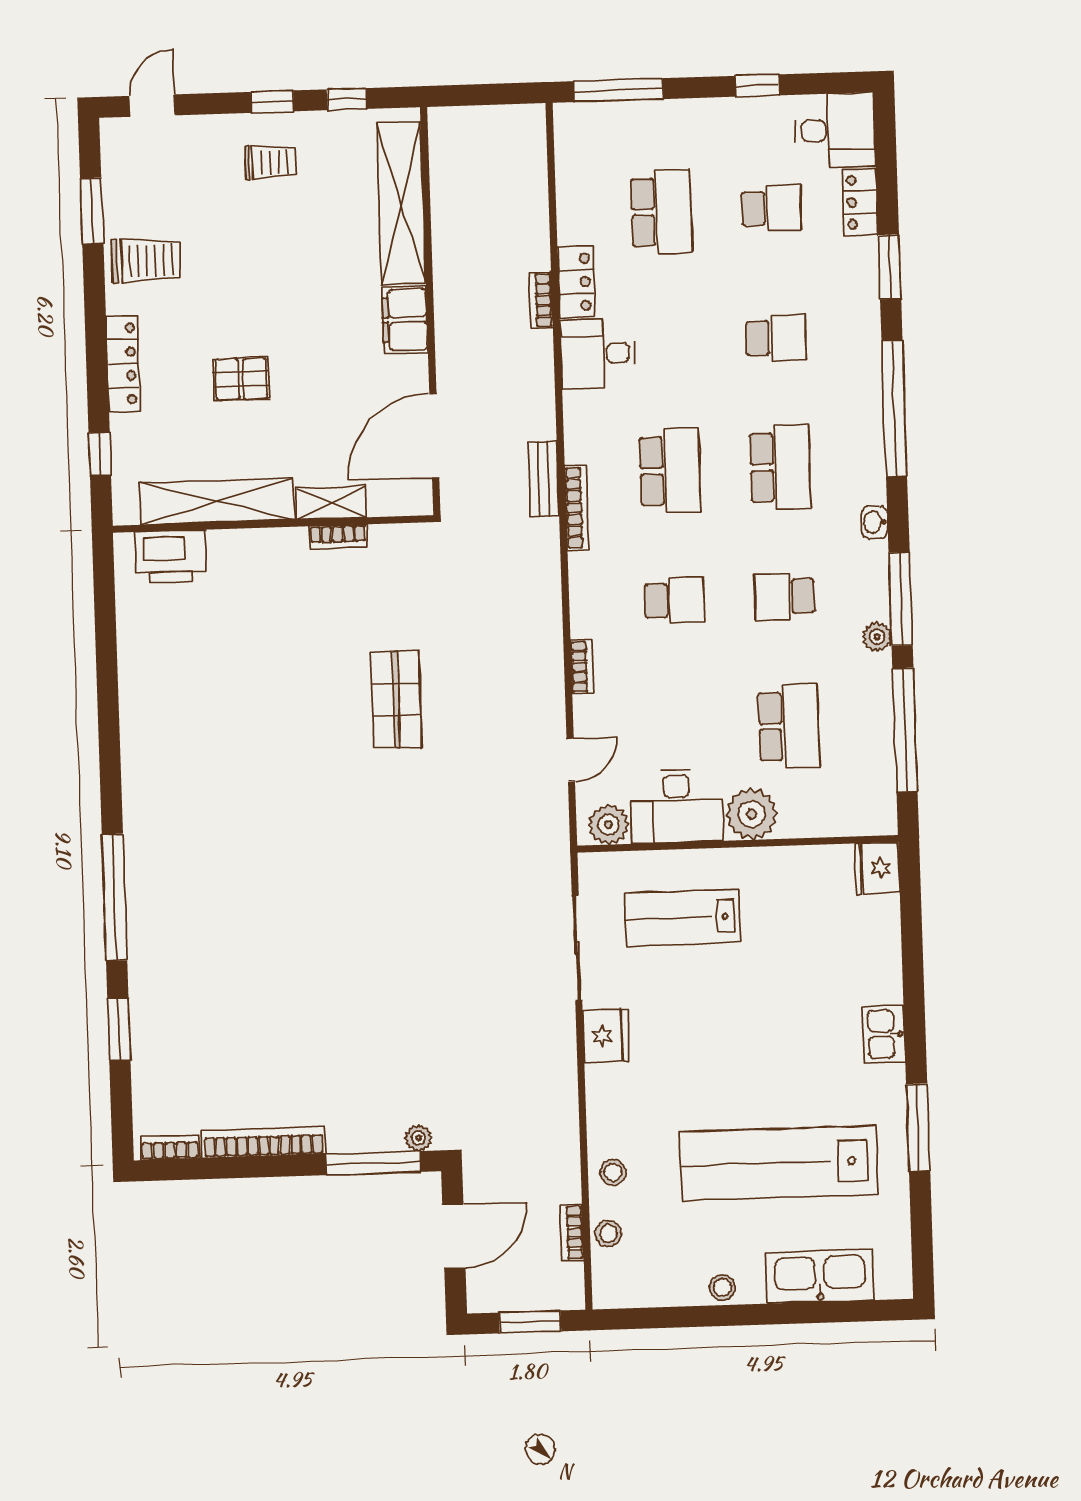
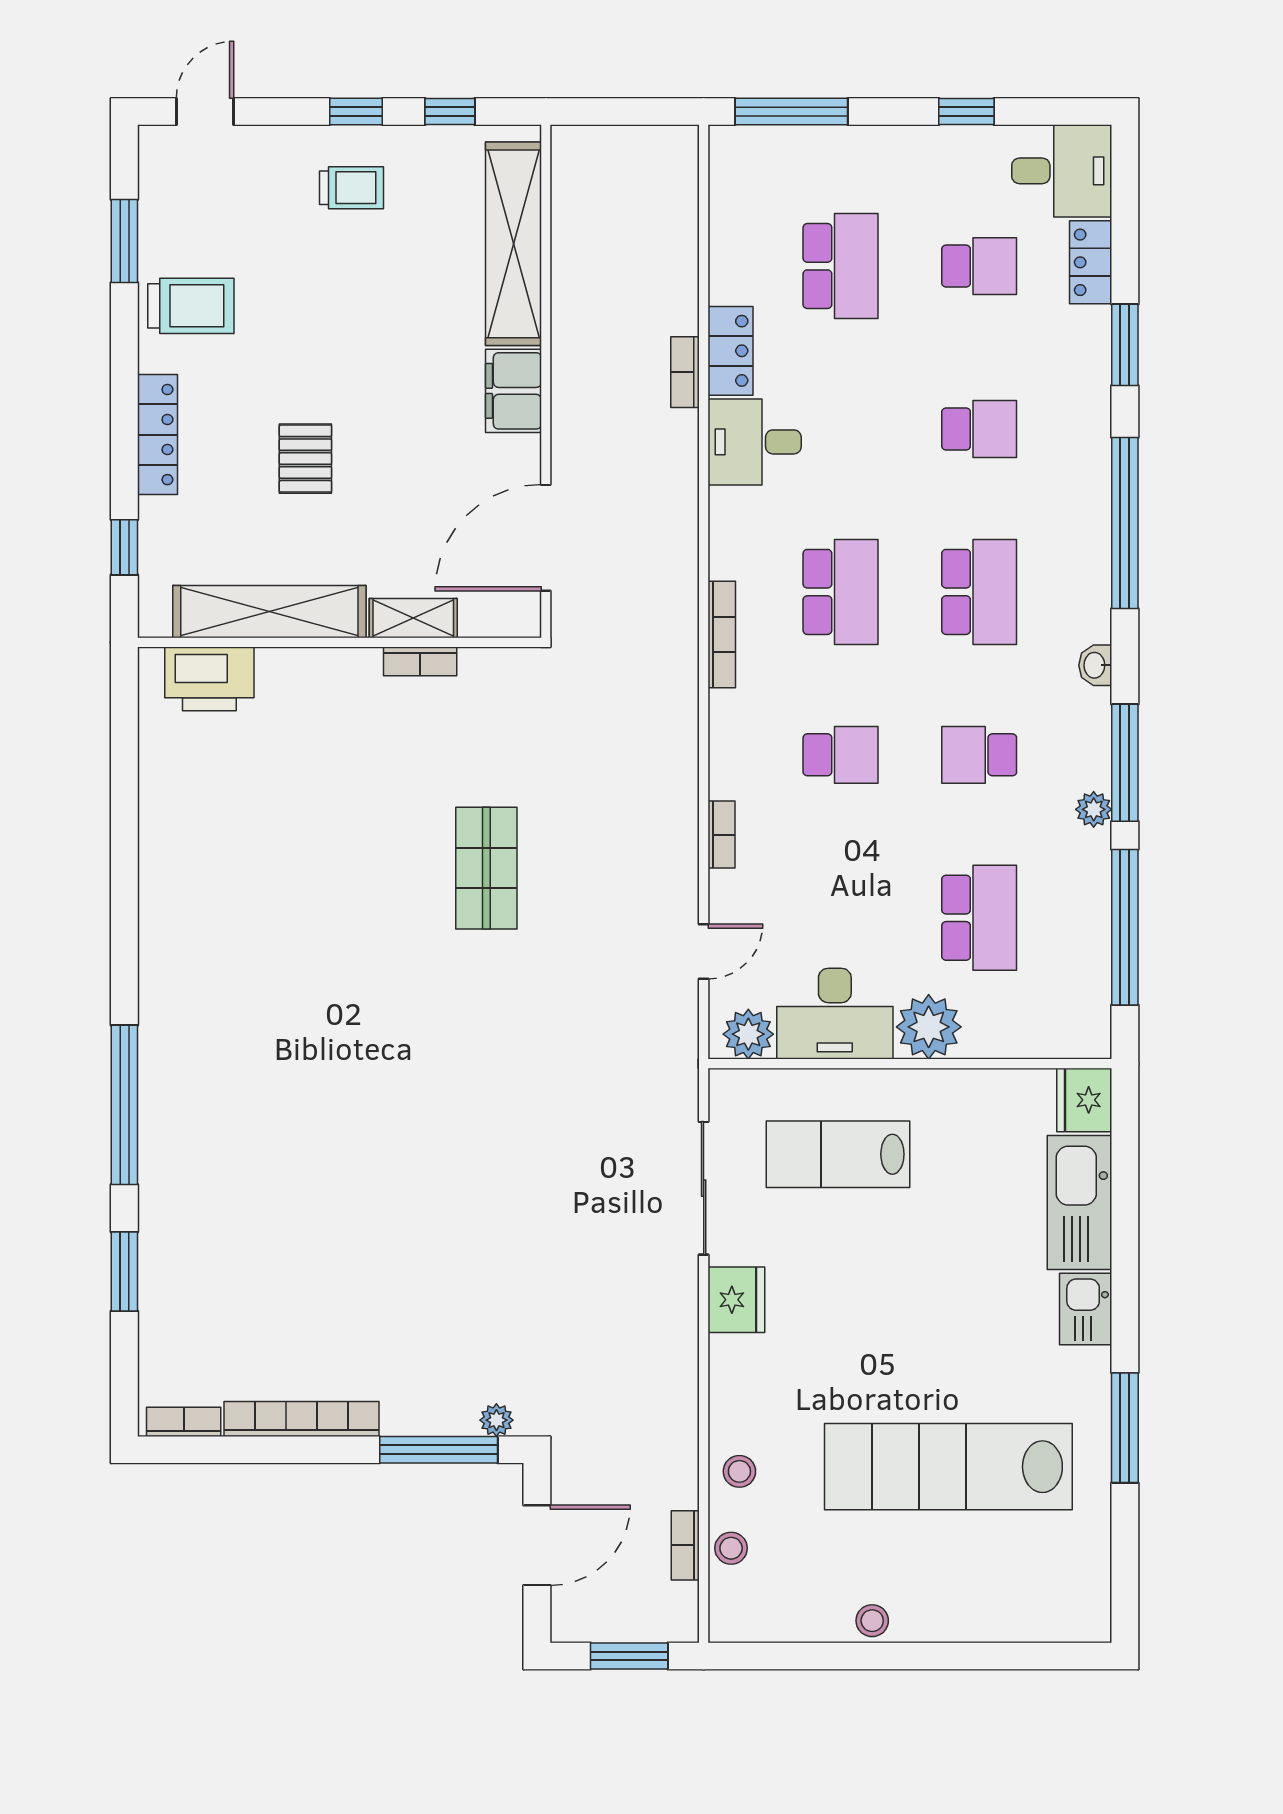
pallet: (241, 379) -> (305, 459), turned 90
bench: (544, 479) -> (681, 597), removed
kitchen sink: (820, 1276) -> (1079, 1202), moved, turned -90

